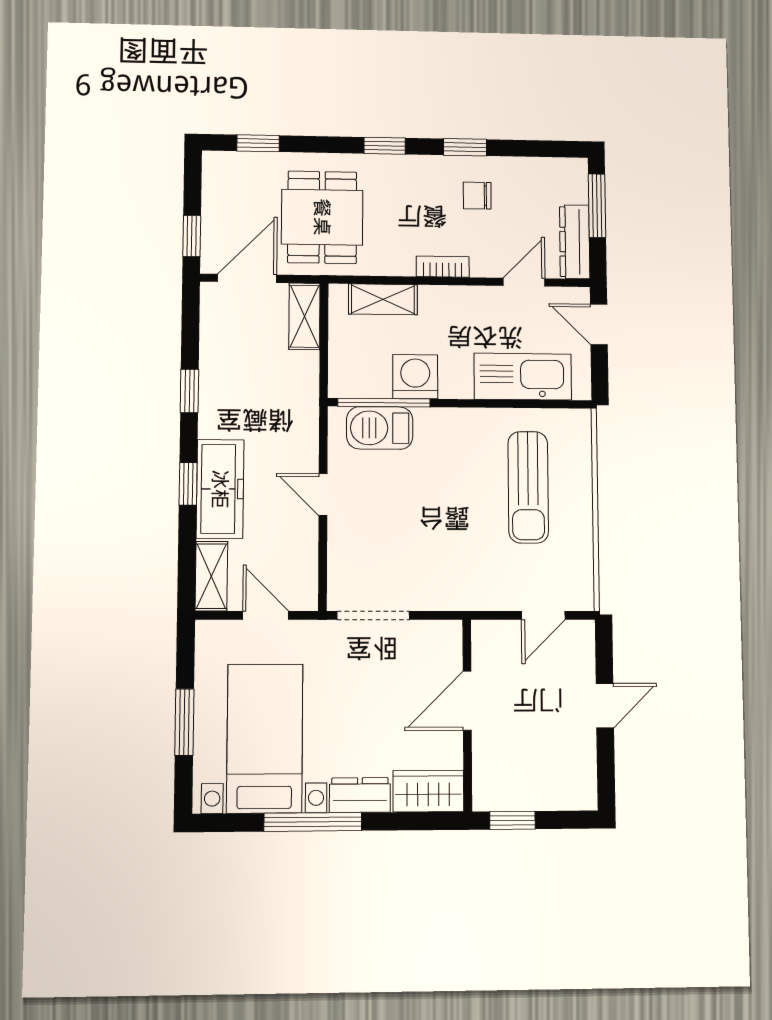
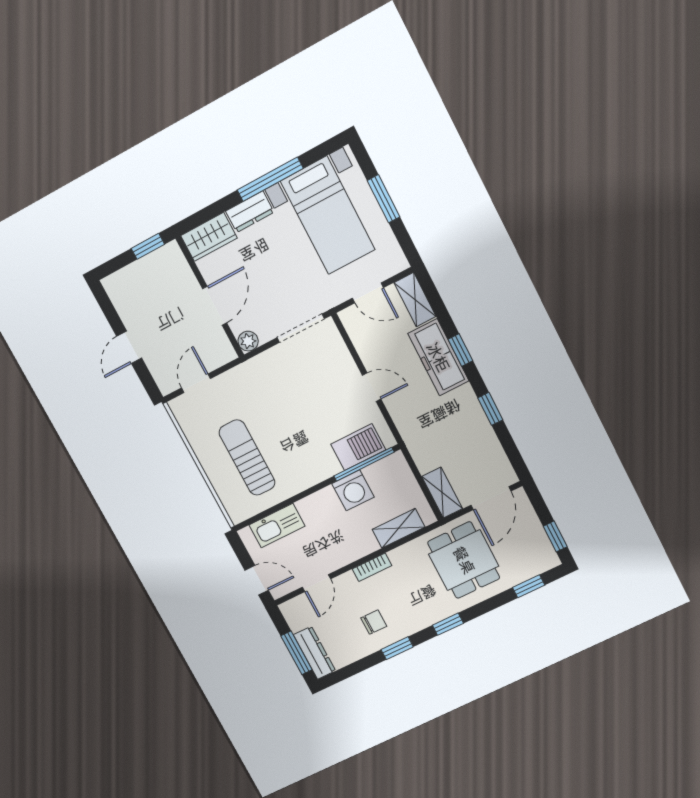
window: (192, 236) -> (555, 536), moved
dresser: (575, 242) -> (314, 653), moved
kitchen sink: (523, 377) -> (277, 526), width x0.73, depth x0.81
plant: (448, 634) -> (248, 341), added

